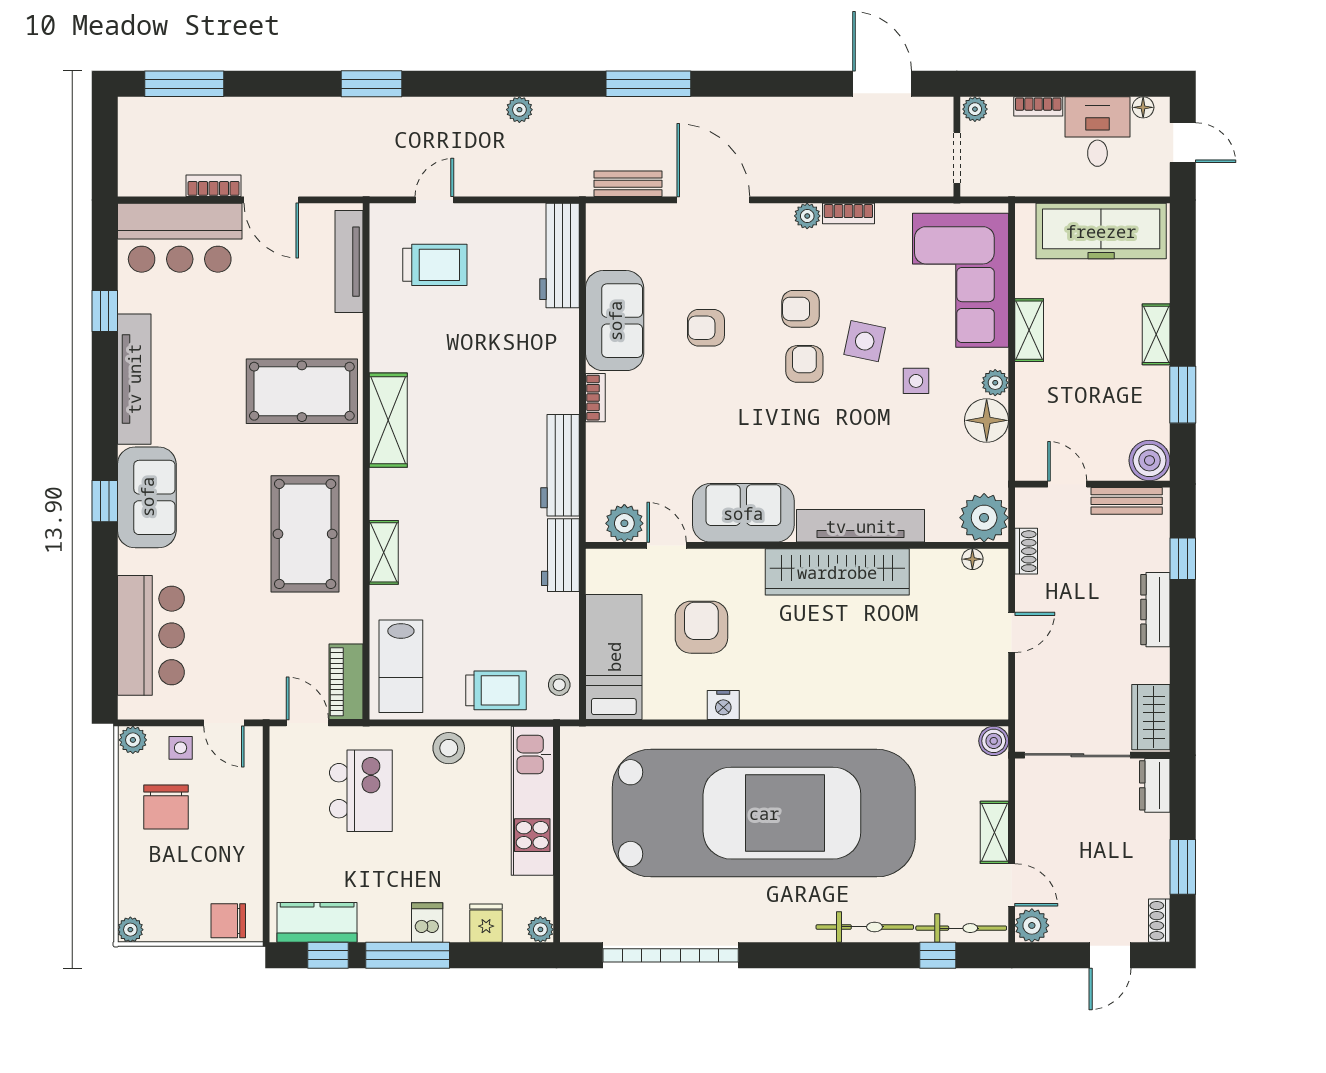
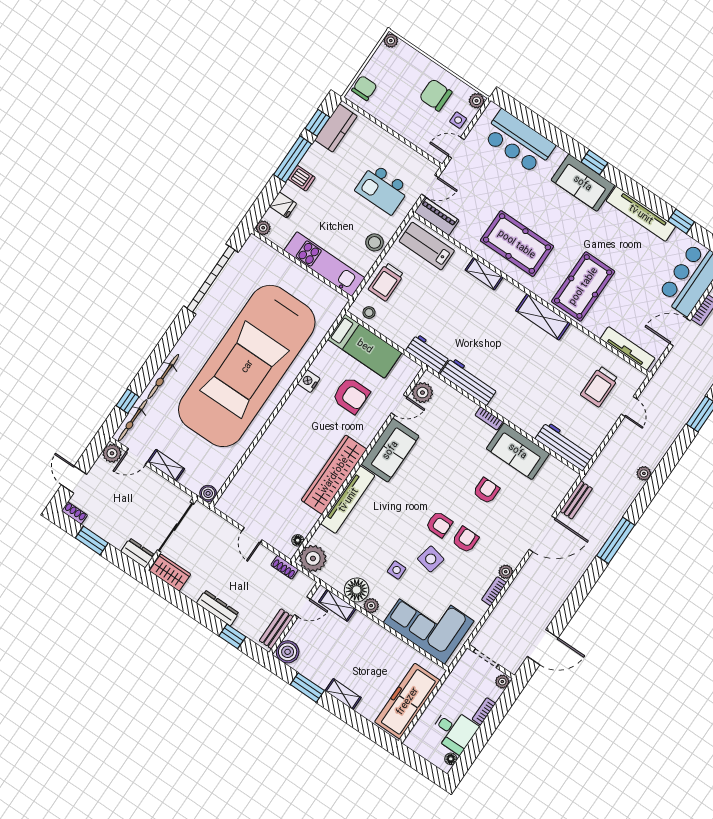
door: (1183, 143) -> (422, 766), removed
shelving: (1029, 330) -> (337, 605), moved

